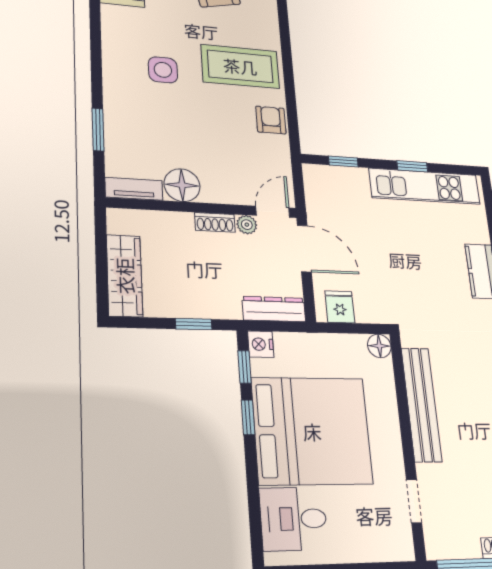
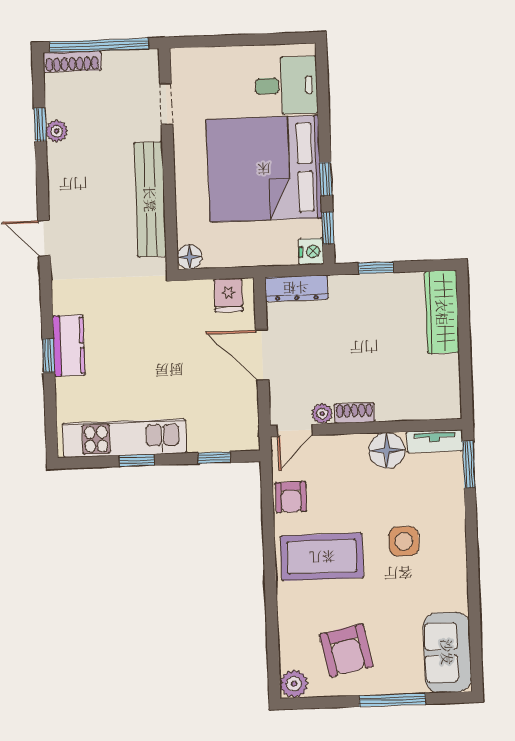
floor lamp: (182, 185) -> (387, 450), moved
tv unit: (134, 189) -> (435, 441), moved
wall: (203, 208) -> (366, 428), moved
door: (273, 212) -> (295, 430), moved
shoe rack: (215, 222) -> (355, 413), moved
plant: (247, 225) -> (322, 414), moved

